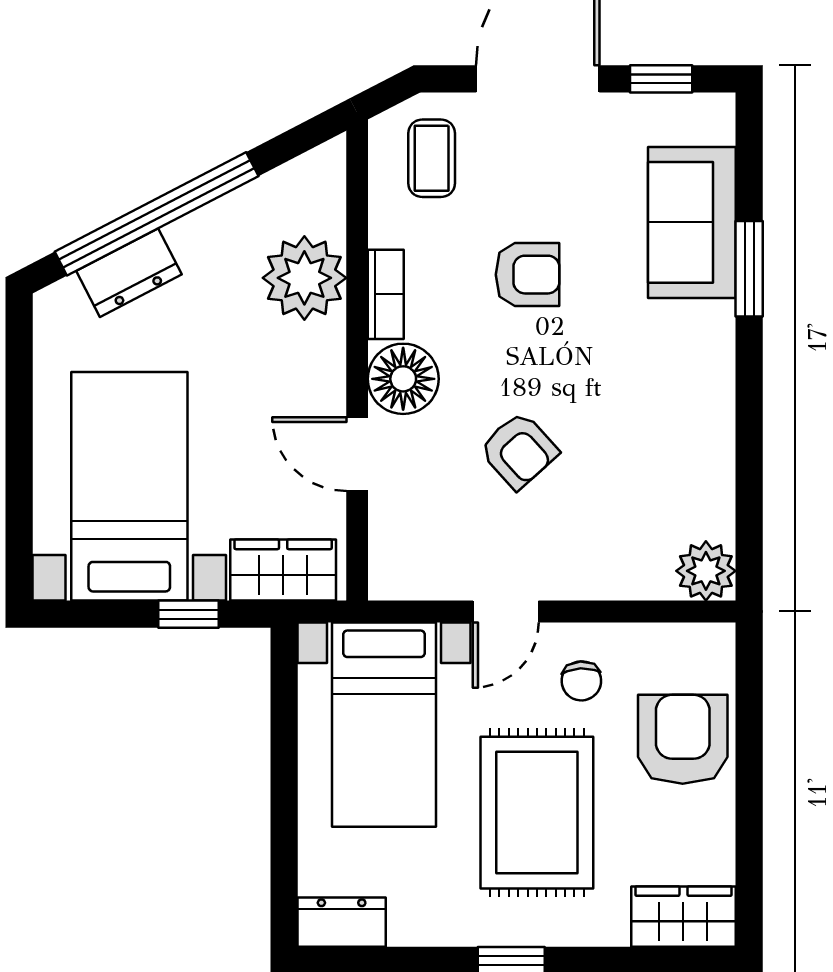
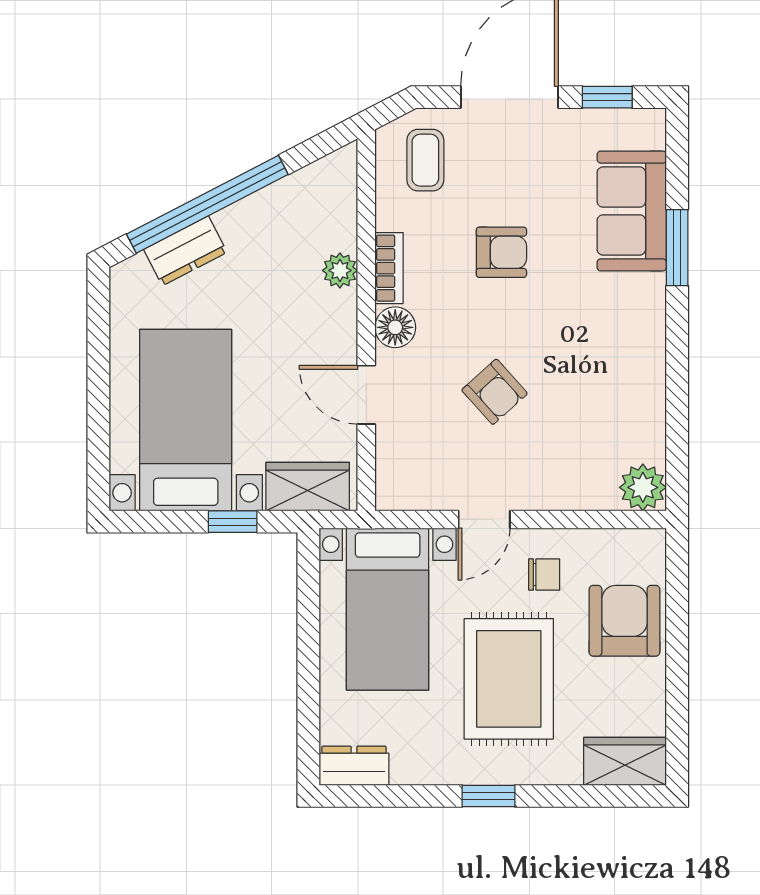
plant: (304, 278) -> (340, 270), width x0.53, depth x0.53
floor lamp: (403, 379) -> (395, 327), width x0.73, depth x0.73
chair: (581, 681) -> (544, 574), turned -87

